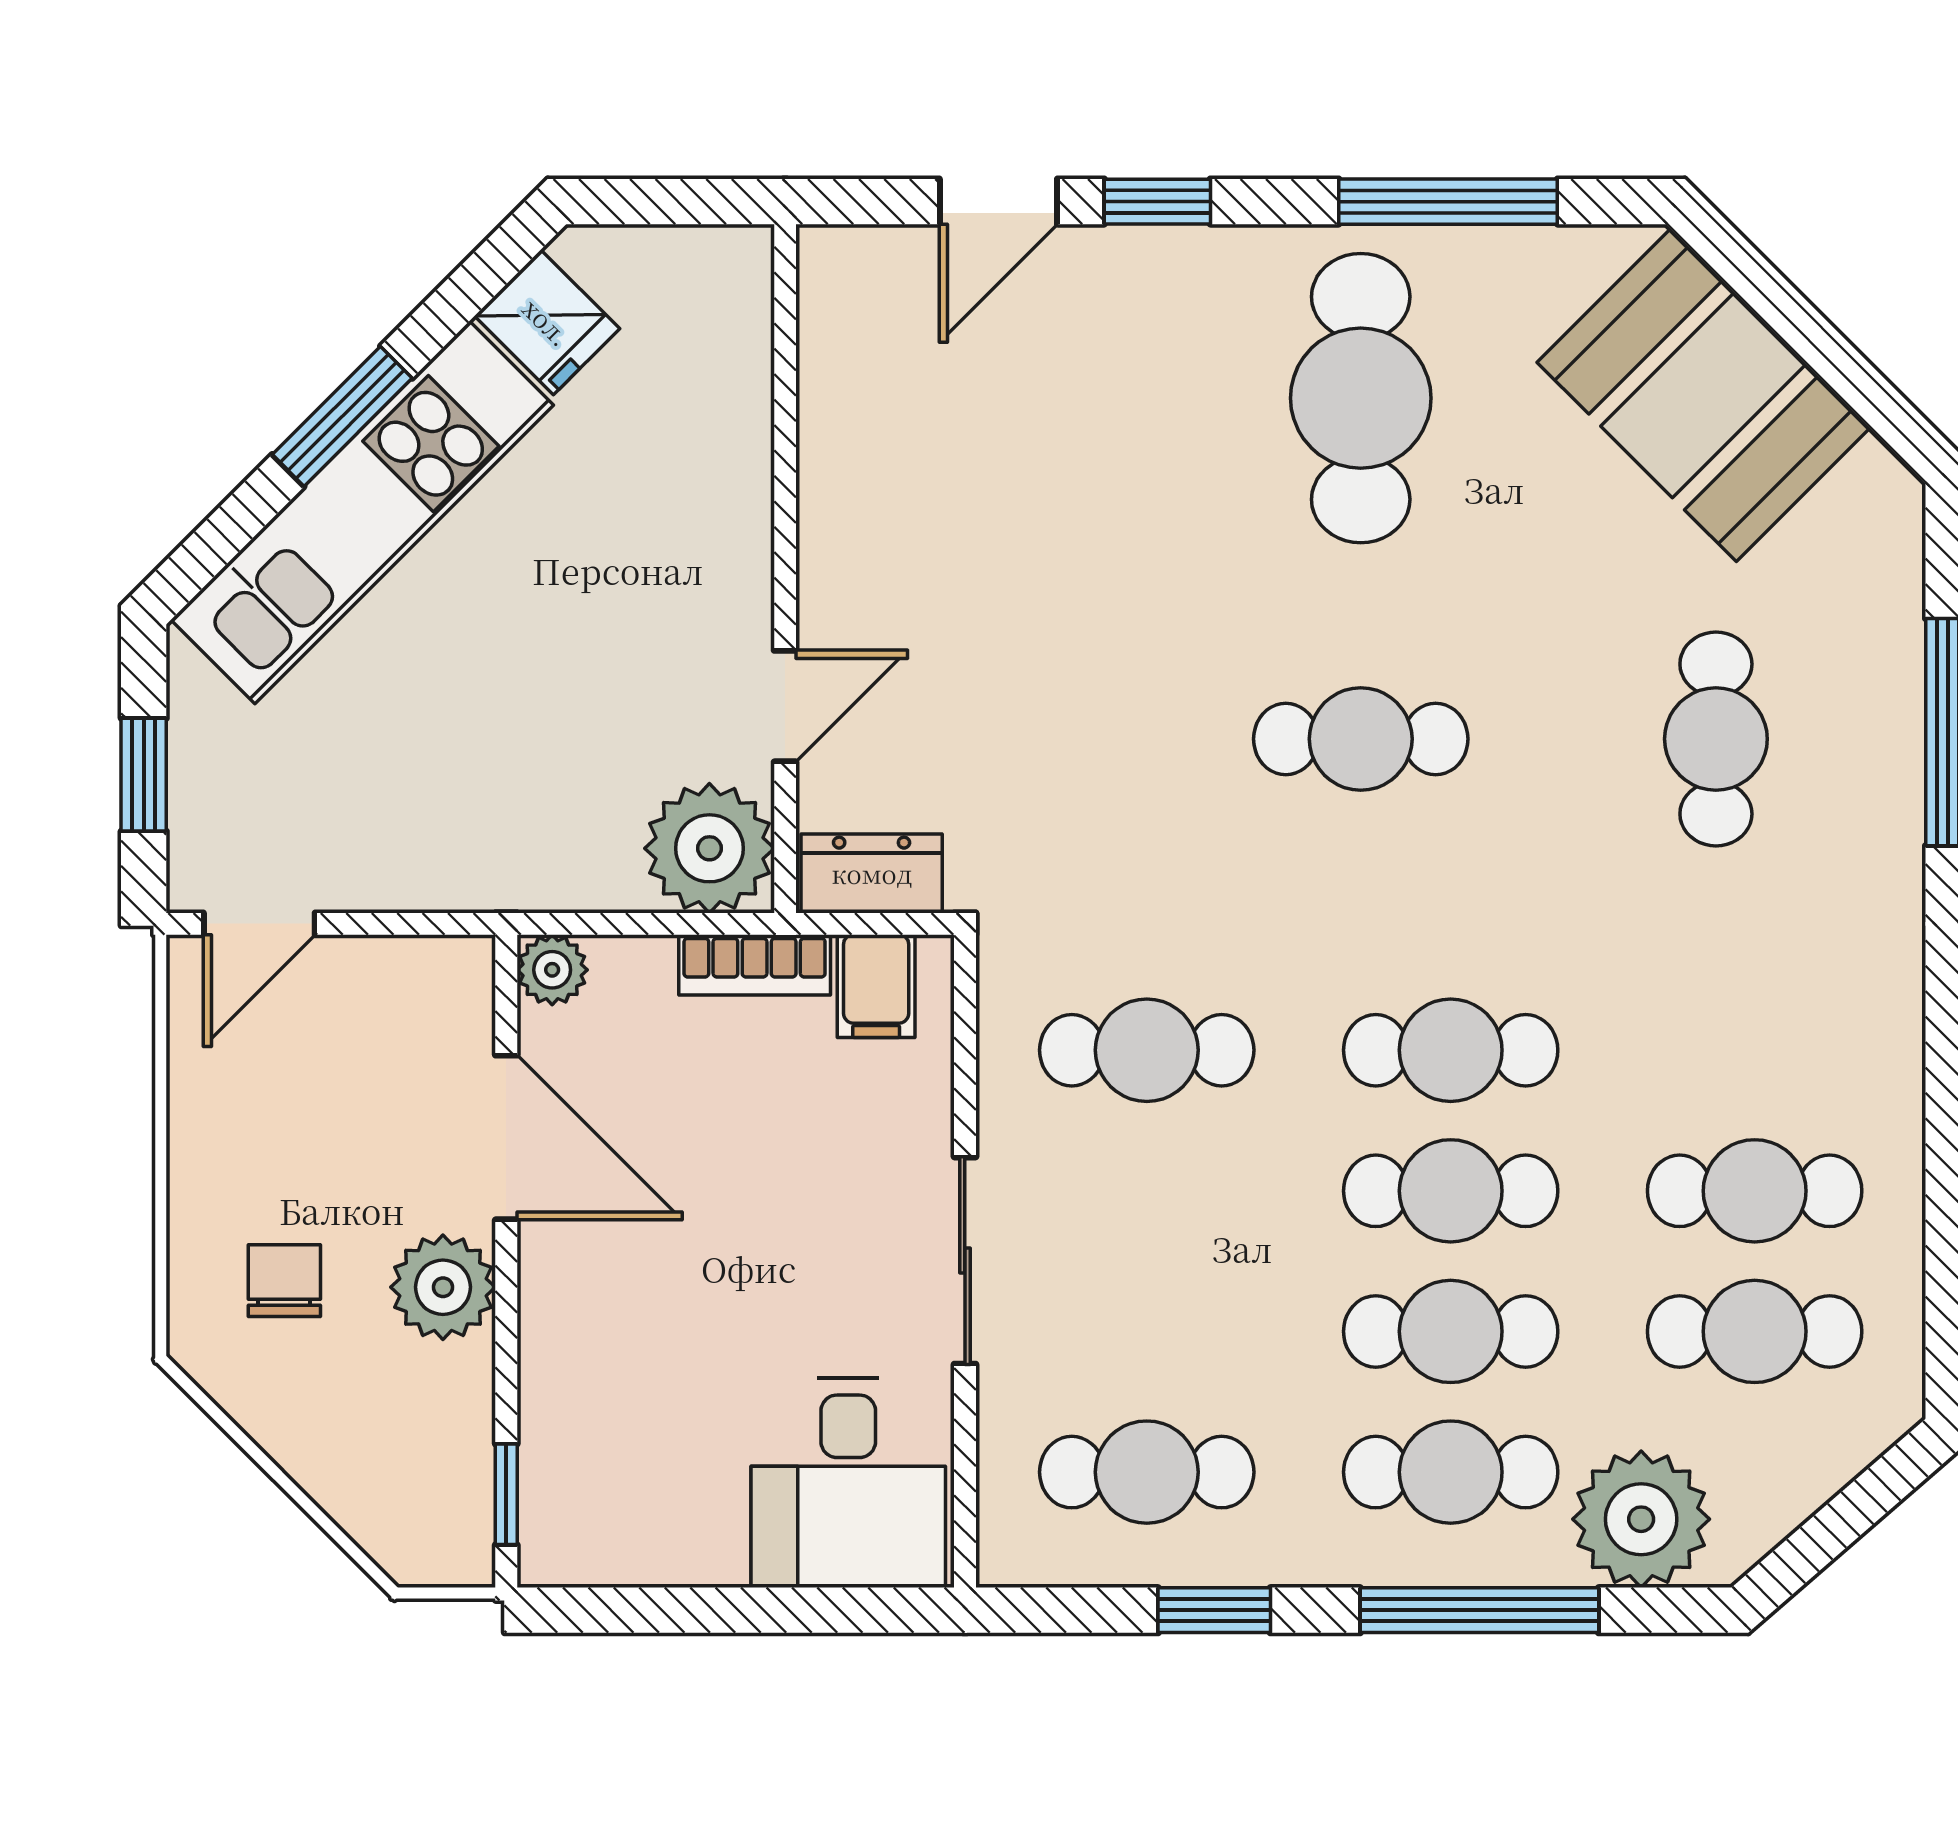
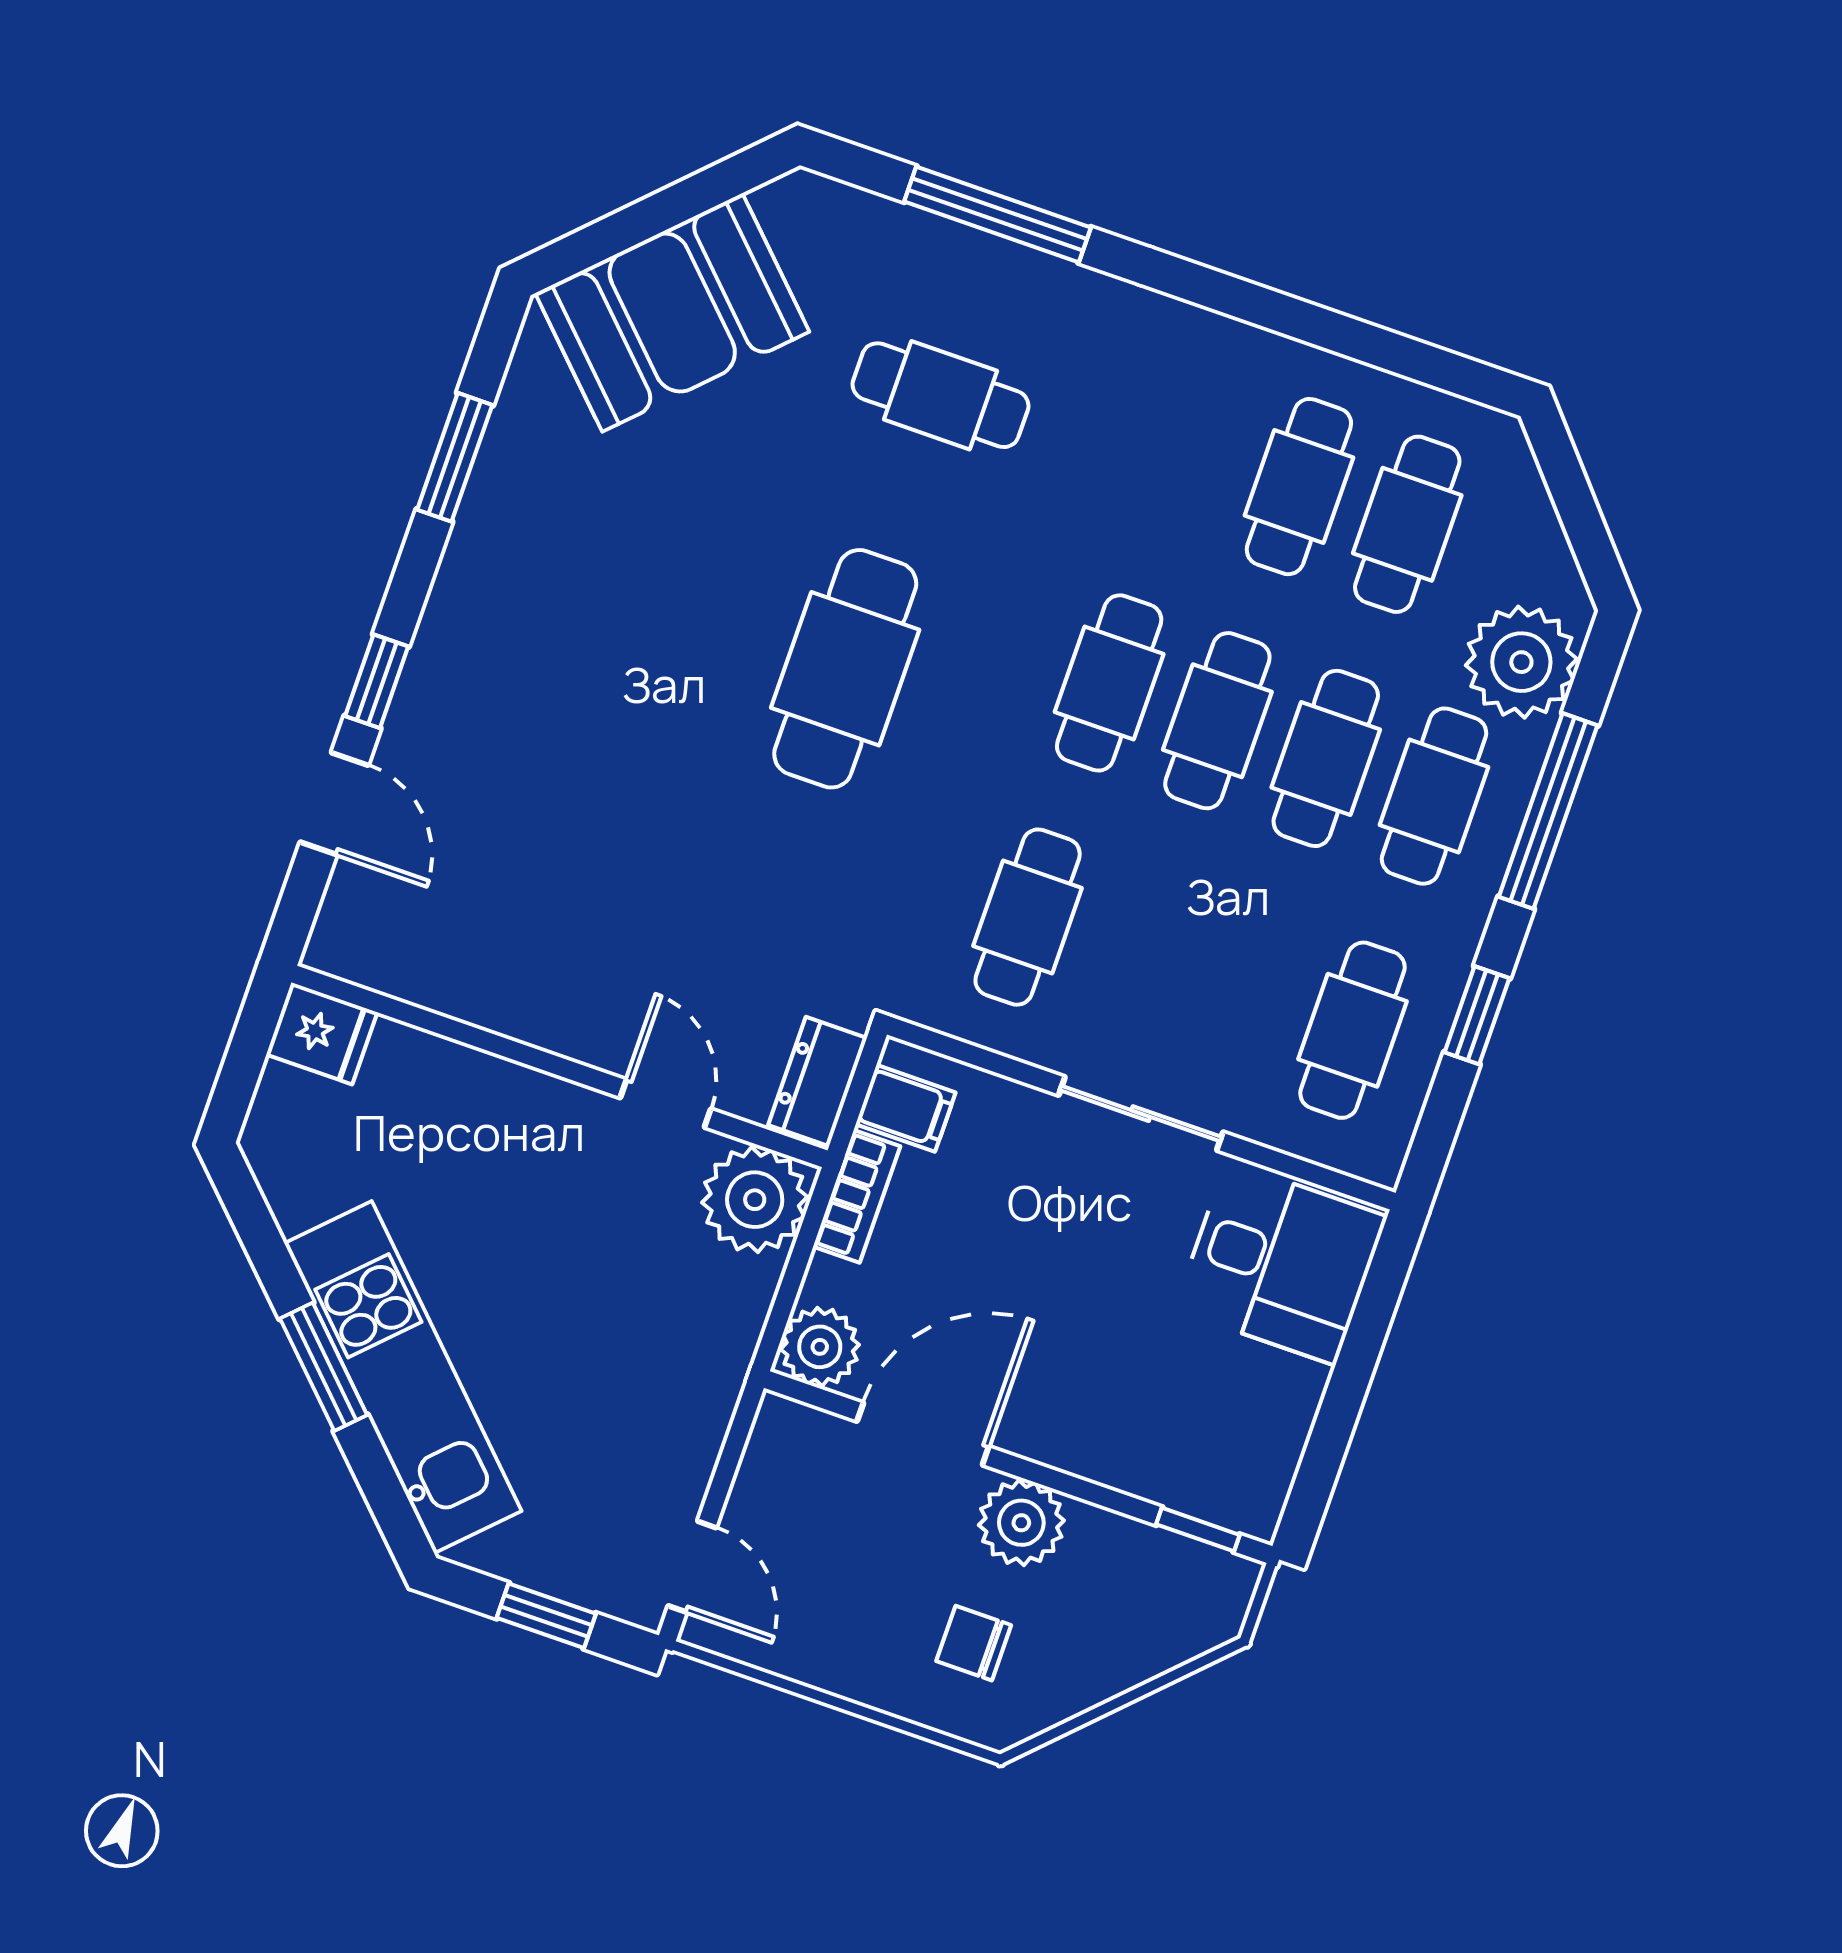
window: (1448, 202) -> (455, 457), width x0.69
fridge: (547, 322) -> (322, 1033), moved, turned 45
cafe table: (1361, 398) -> (583, 577), removed
cafe table: (1361, 739) -> (845, 669), width x1.37, depth x1.35
plant: (552, 970) -> (820, 1347), width x1.38, depth x1.38

